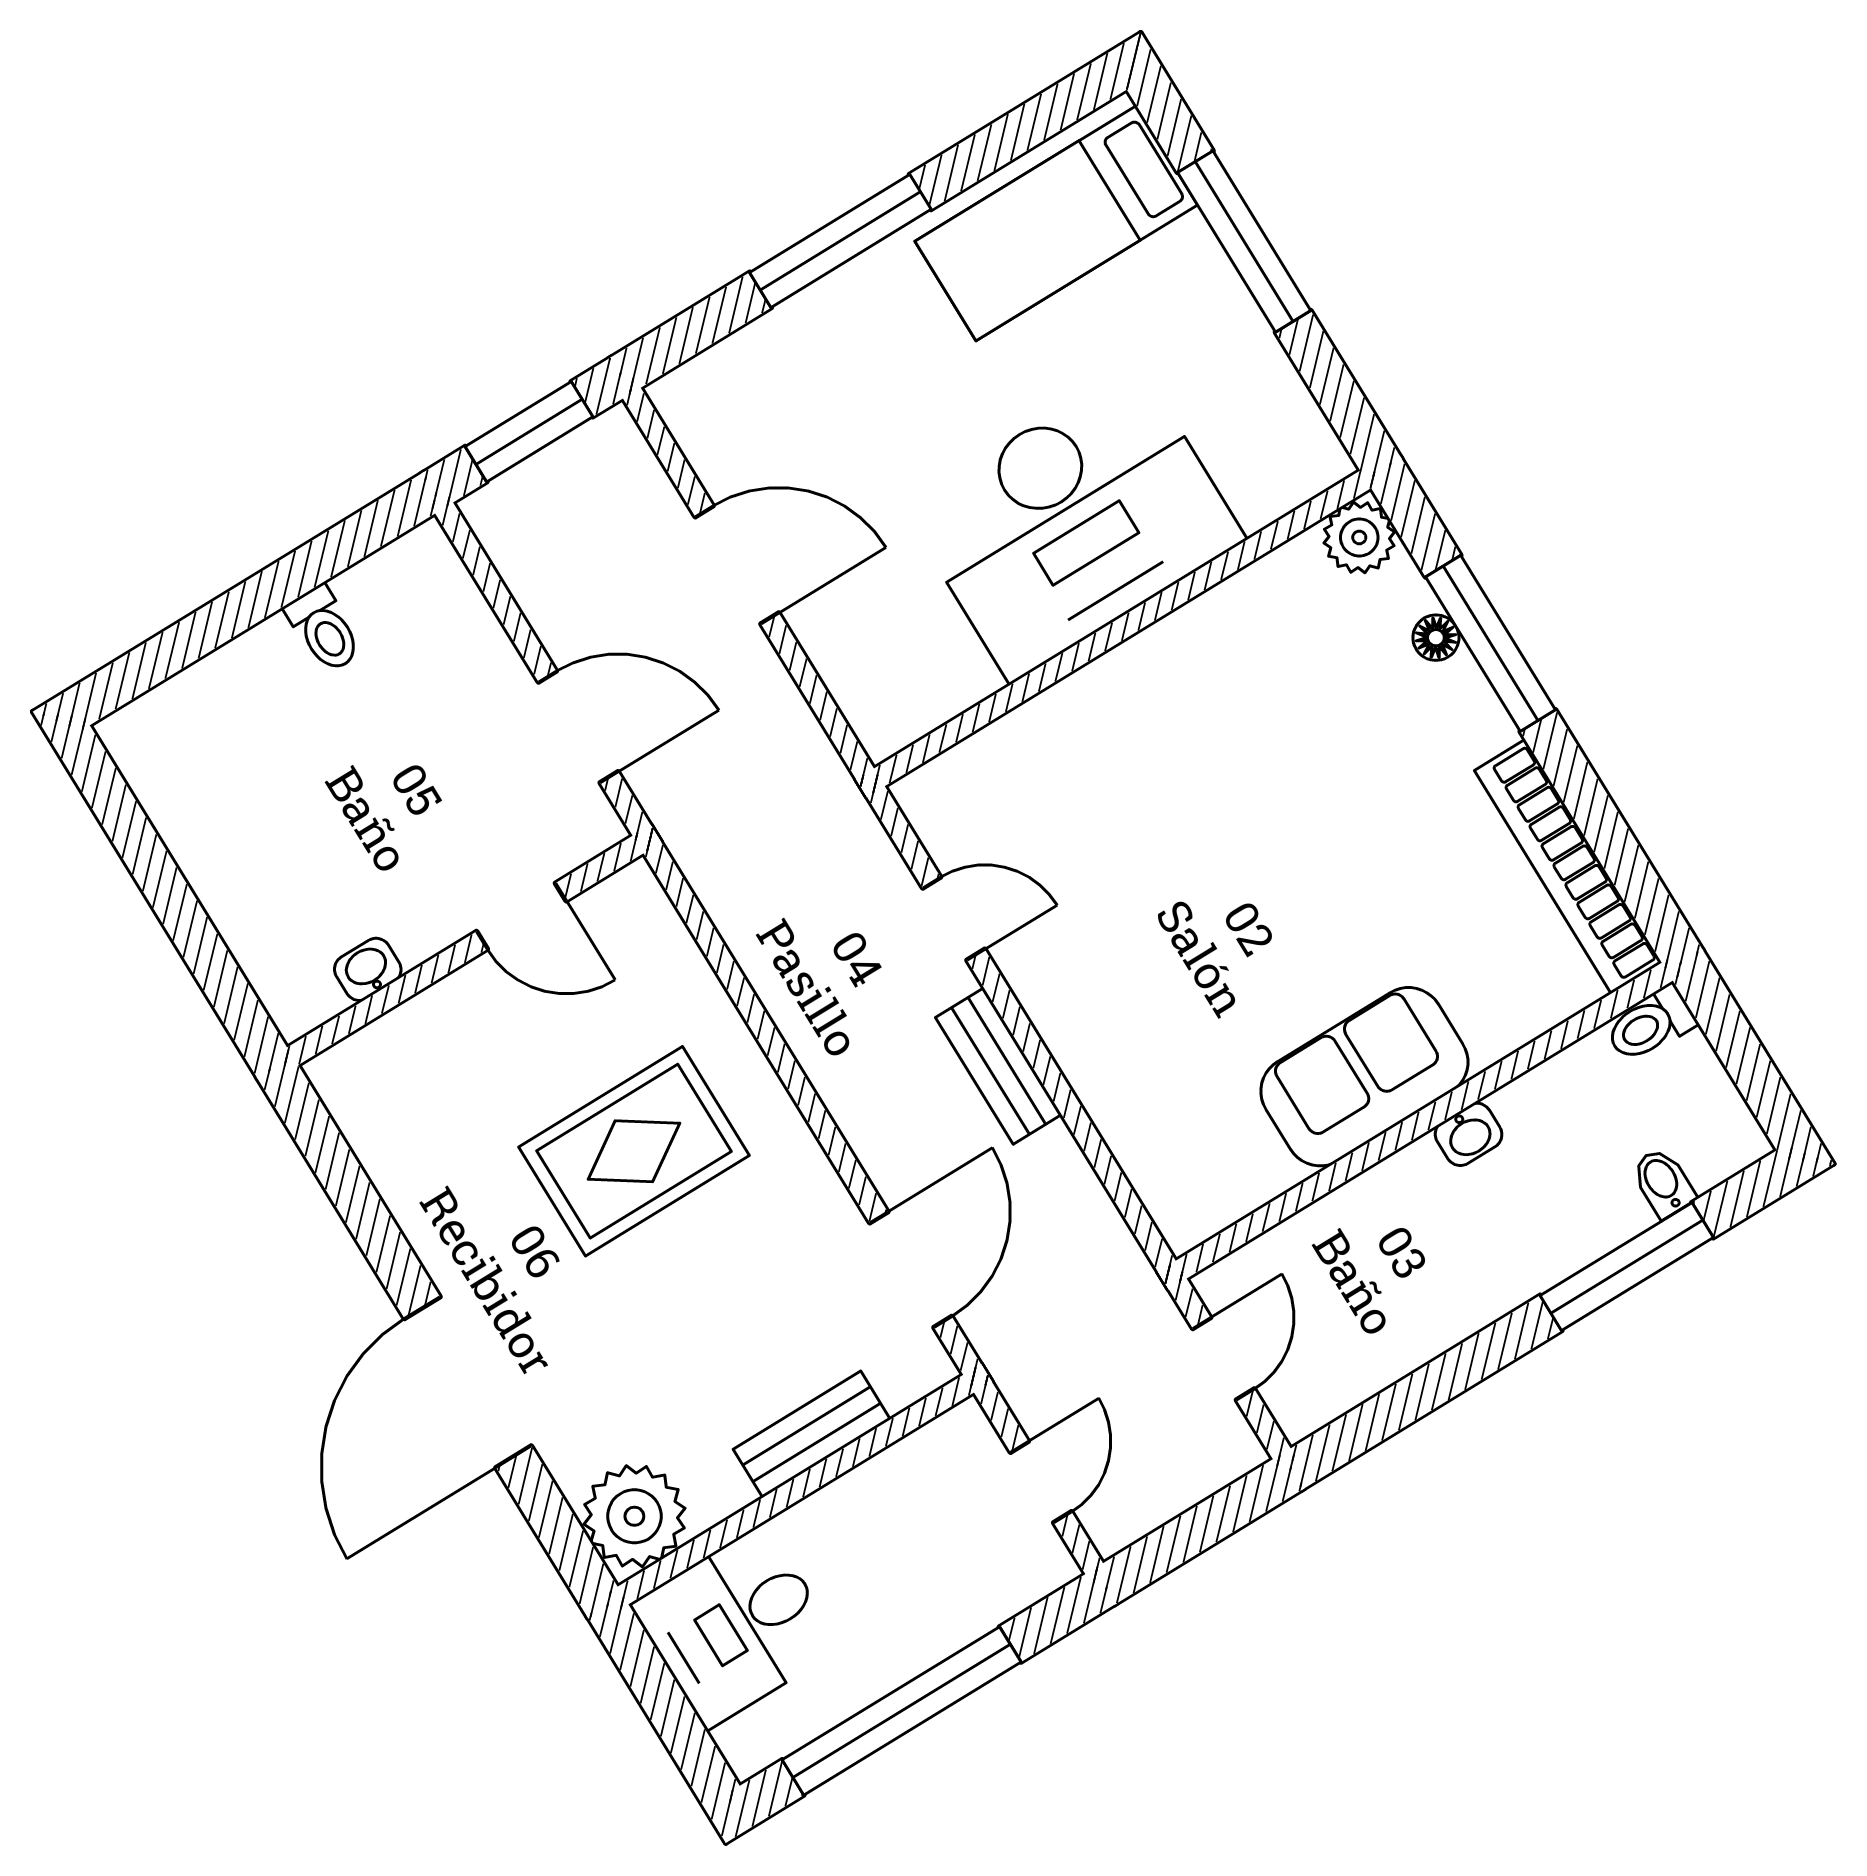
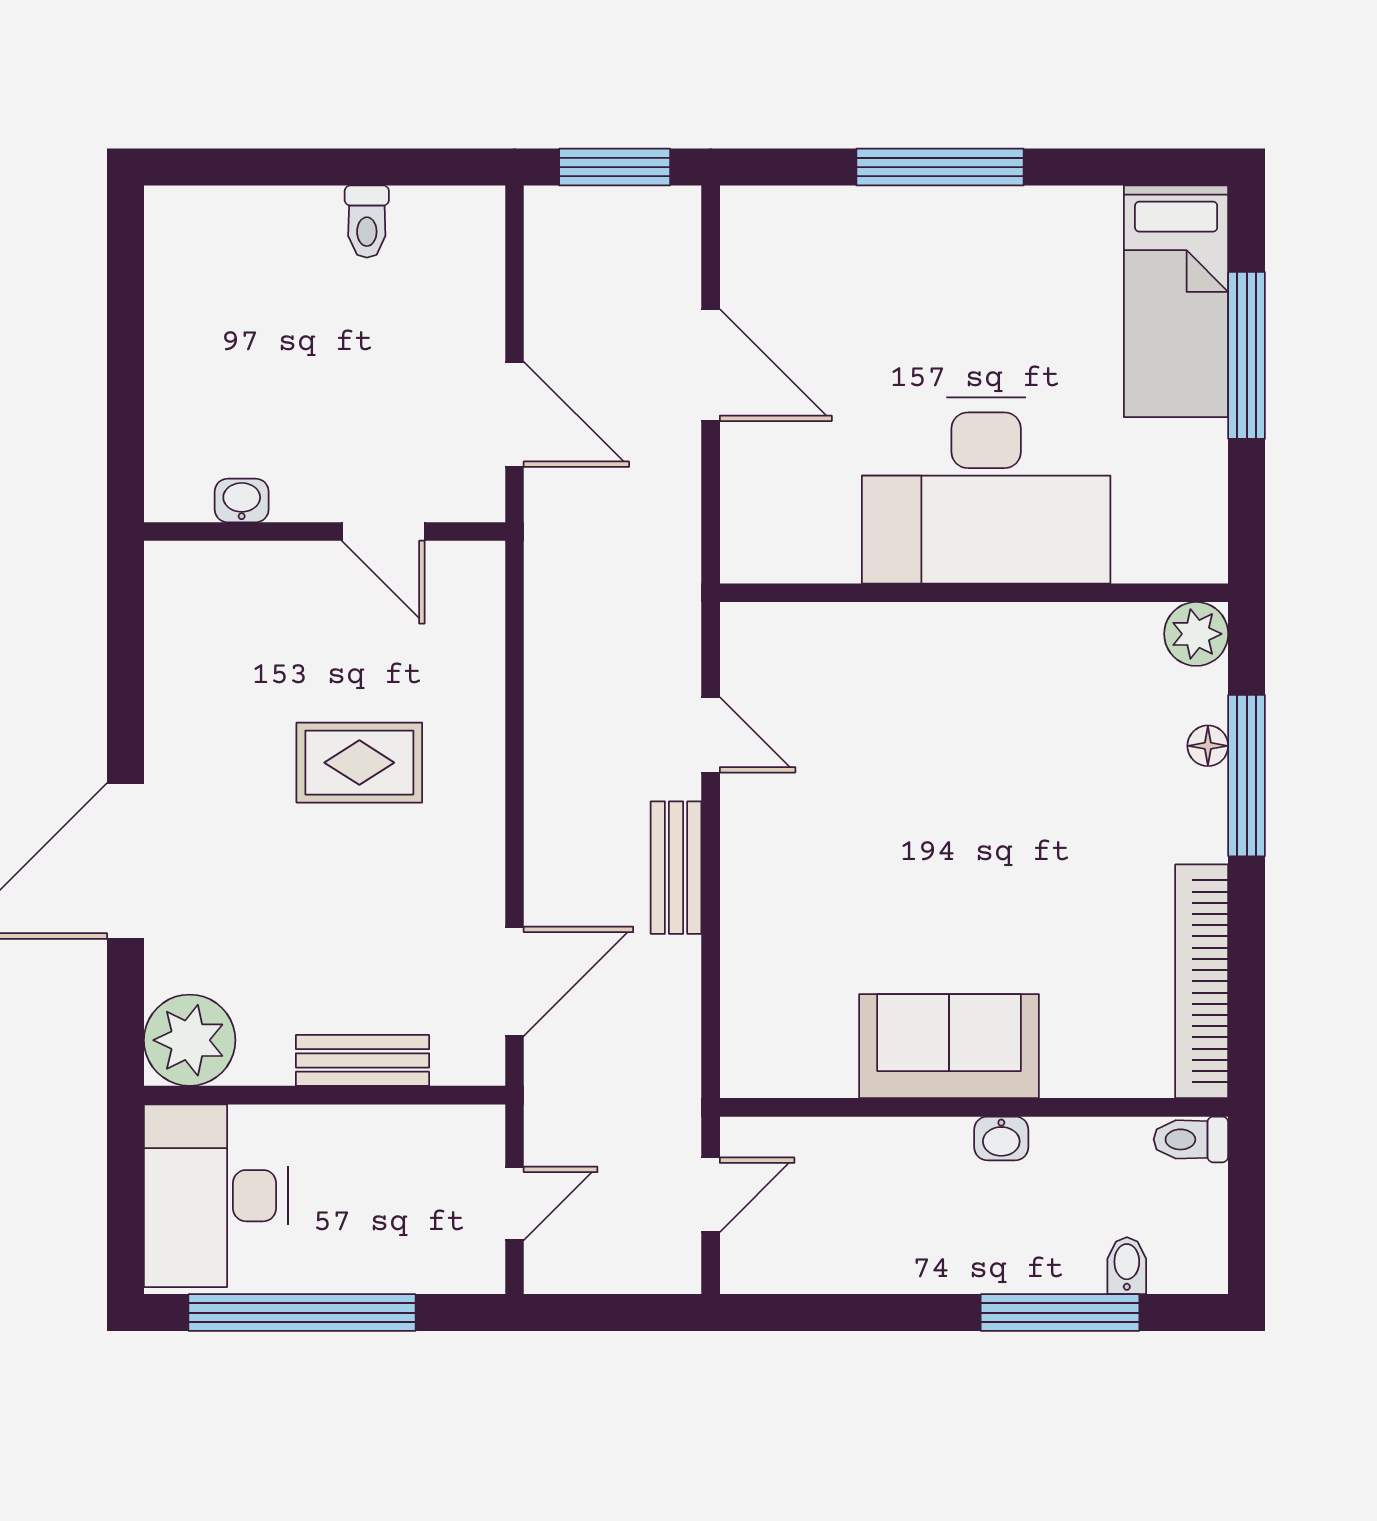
bed: (1056, 223) -> (1176, 301), moved, turned -90
rug: (634, 1151) -> (359, 763), width x0.73, depth x0.70
desk: (736, 1626) -> (216, 1196), width x1.37

